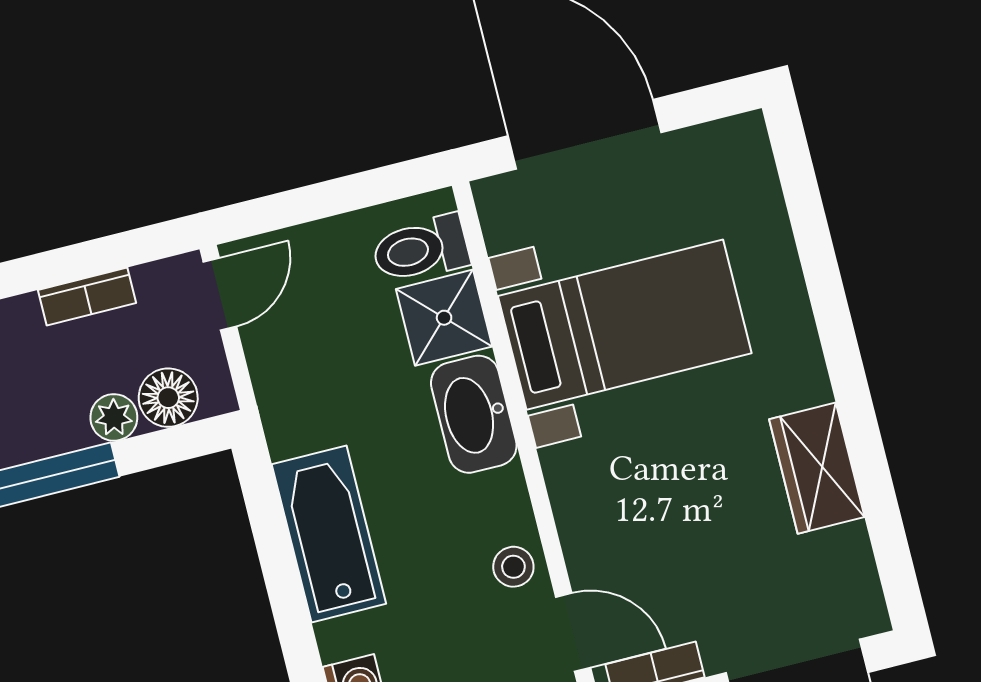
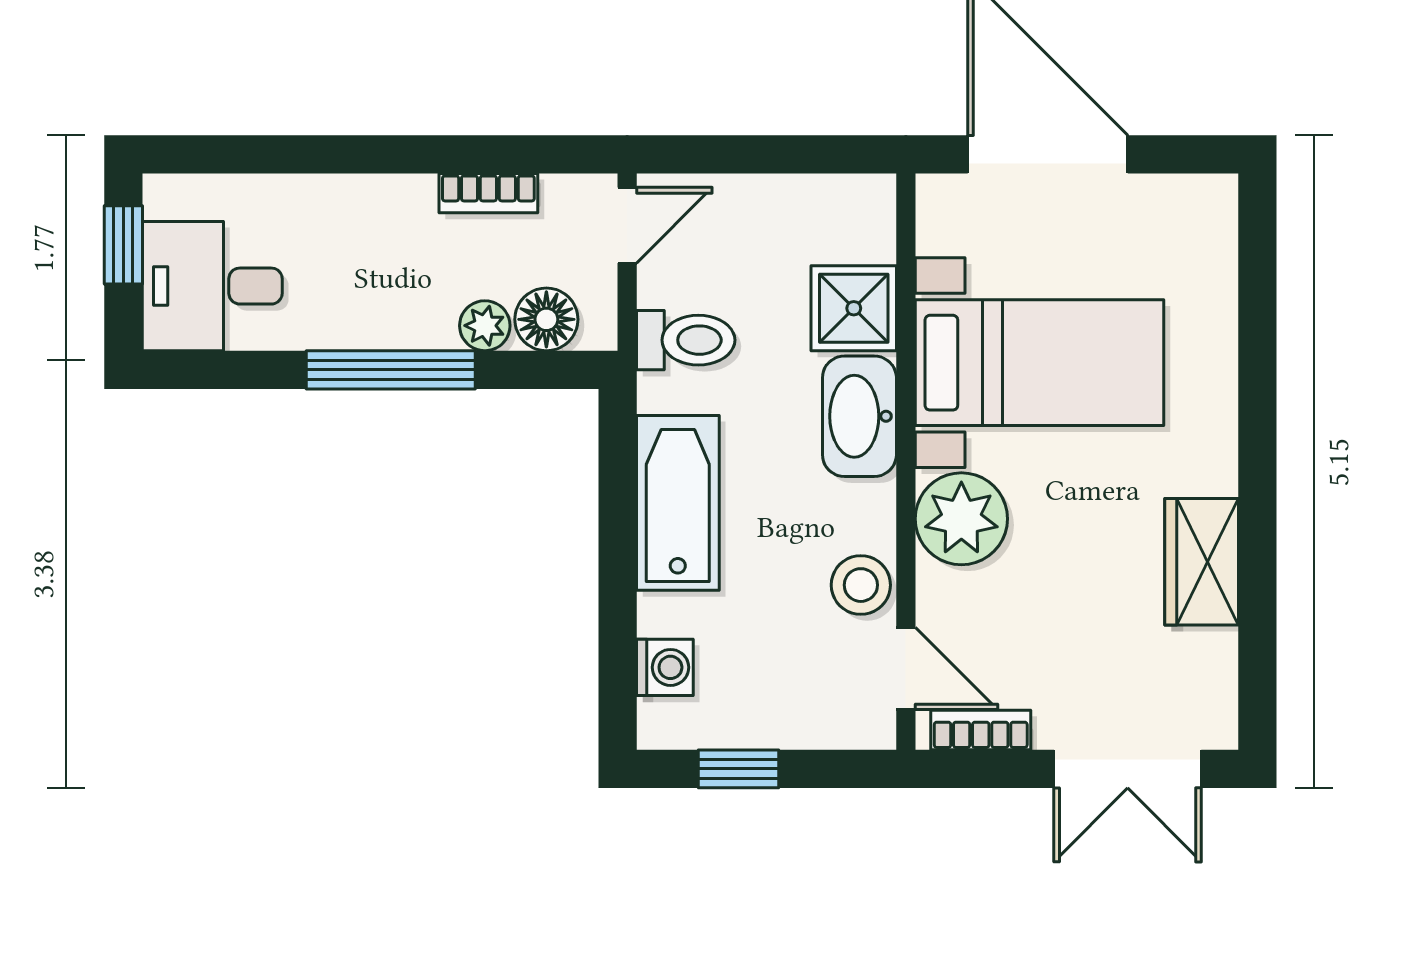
toilet: (421, 249) -> (686, 340), moved, turned 180
plant: (589, 484) -> (961, 519), added
stool: (513, 567) -> (861, 585), width x1.37, depth x1.37

